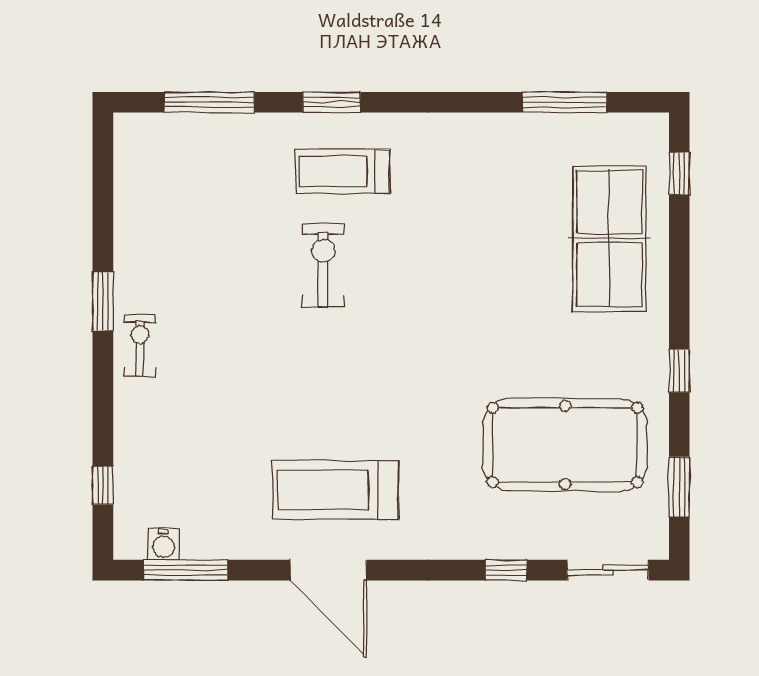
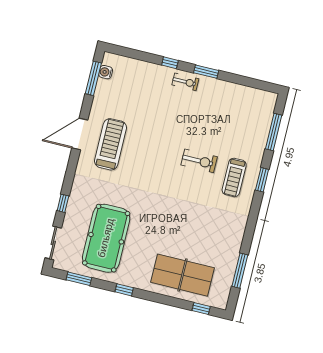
treadmill: (343, 171) -> (234, 177), turned 180
window: (103, 485) -> (170, 63), moved

